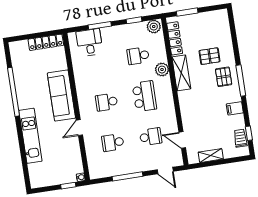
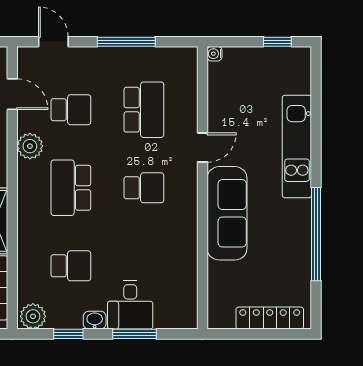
washbasin: (121, 29) -> (95, 320), added
locker: (46, 42) -> (270, 318), moved
desk: (89, 43) -> (130, 305), moved
plant: (162, 70) -> (30, 146), moved
school desk: (151, 137) -> (71, 110), turned 180
school desk: (113, 143) -> (144, 110), width x1.85
window: (68, 186) -> (277, 42), moved

